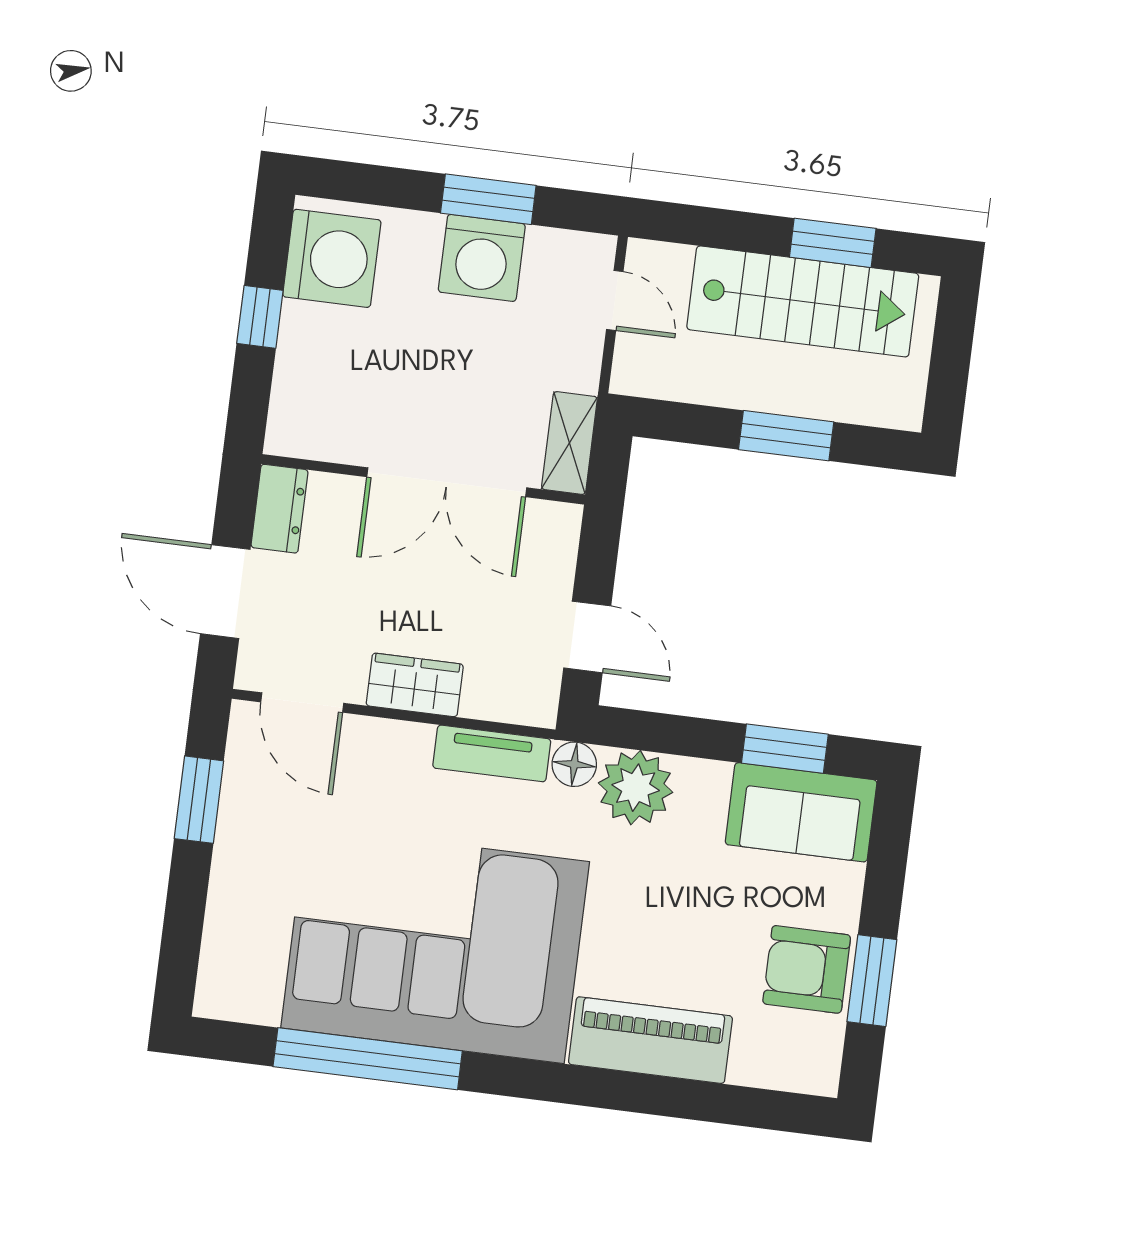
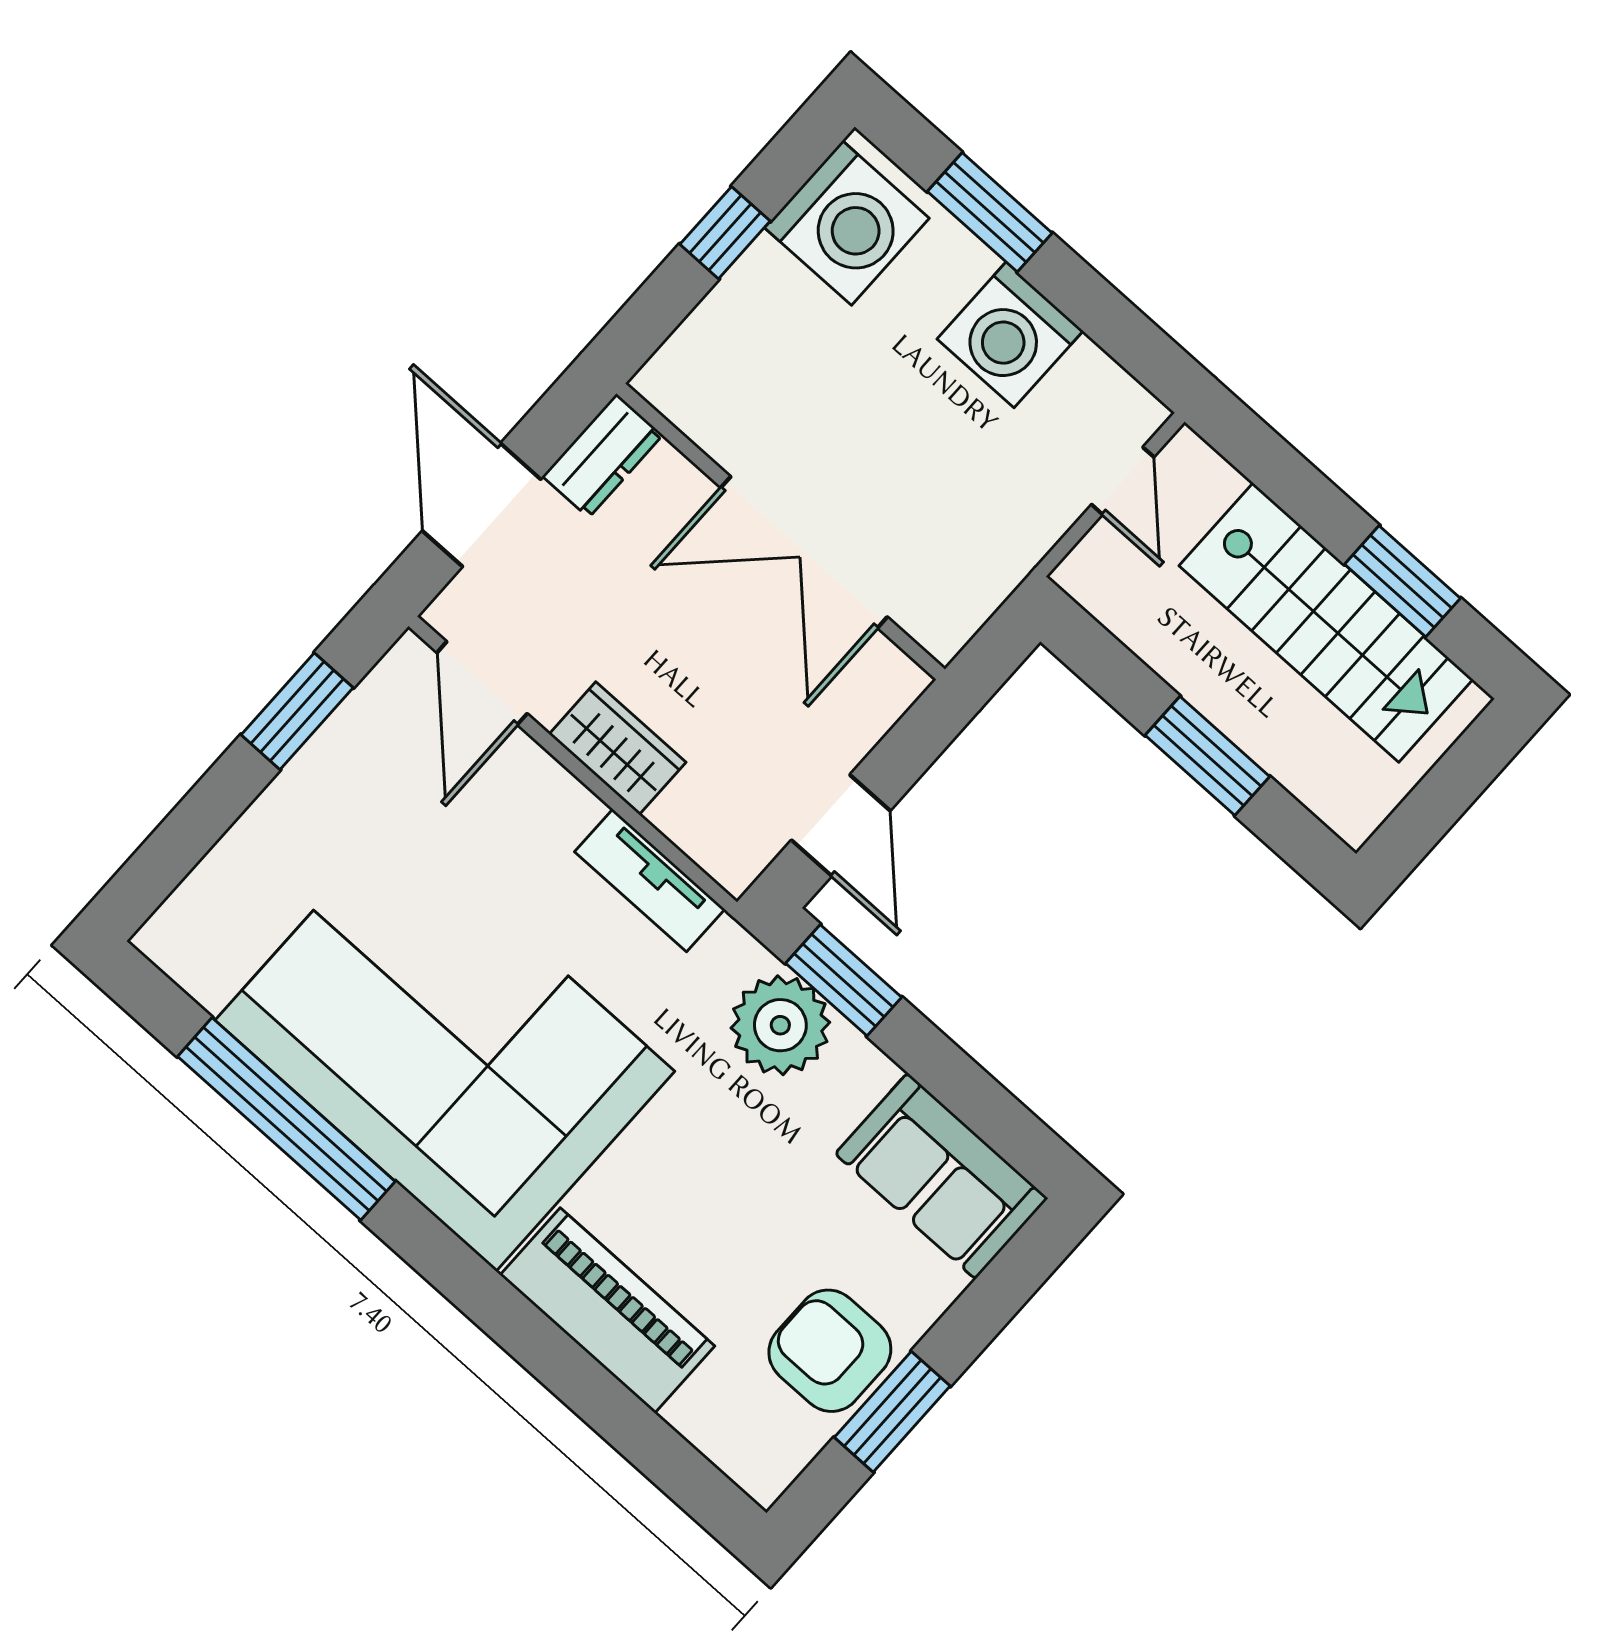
window: (488, 199) -> (990, 212), moved
shelving: (569, 443) -> (967, 602), removed
window: (785, 749) -> (844, 980), moved
floor lamp: (574, 764) -> (731, 954), removed

